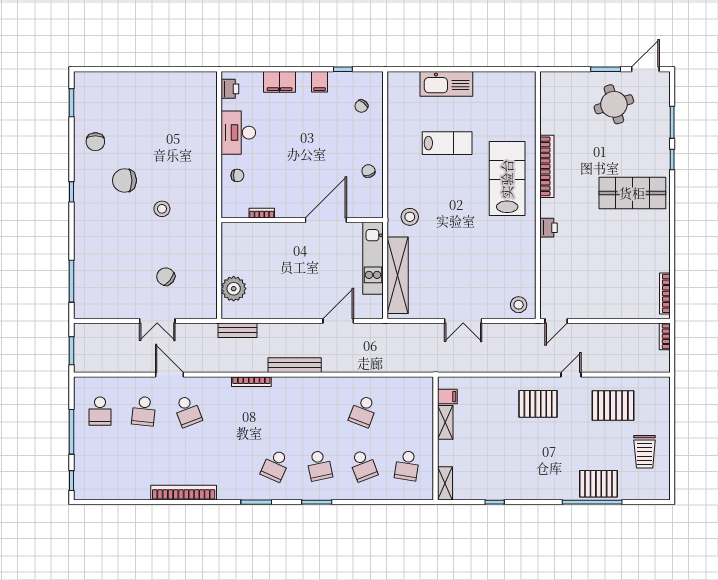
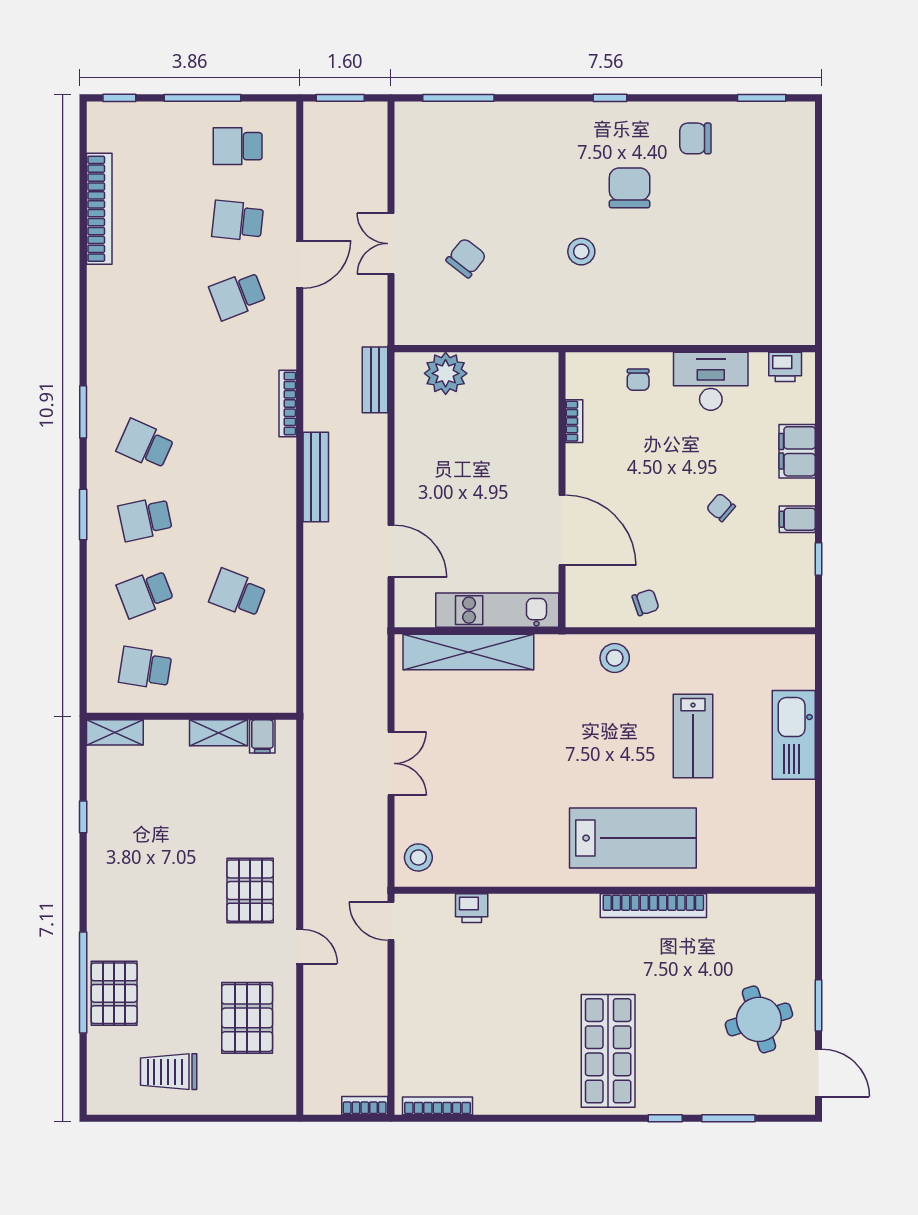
chair: (361, 106) -> (721, 507), moved
stool: (410, 217) -> (615, 658), moved
printer: (548, 228) -> (472, 908), moved
double door: (463, 321) -> (391, 763), swing flipped
bookcase: (184, 493) -> (99, 209), moved

